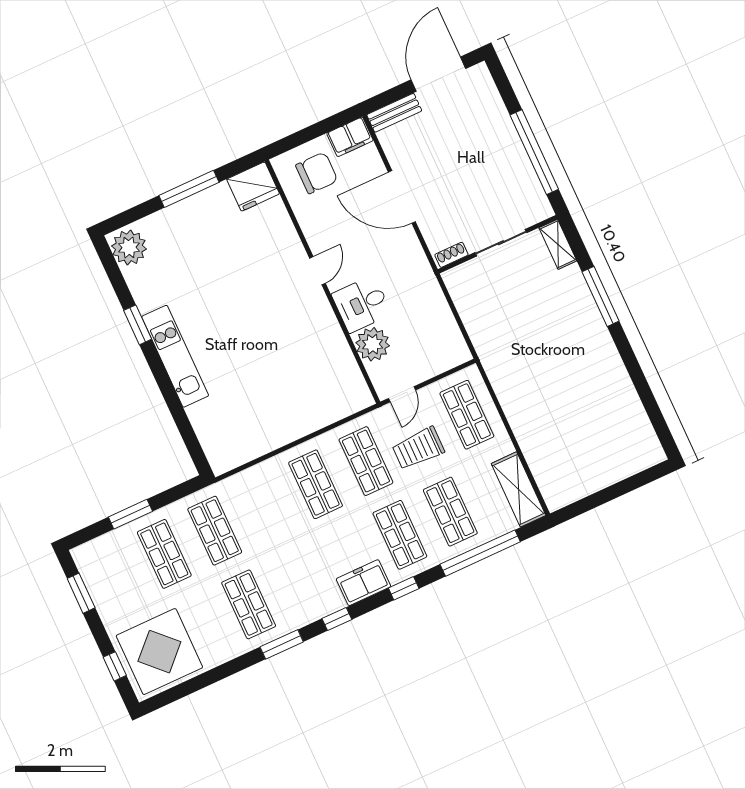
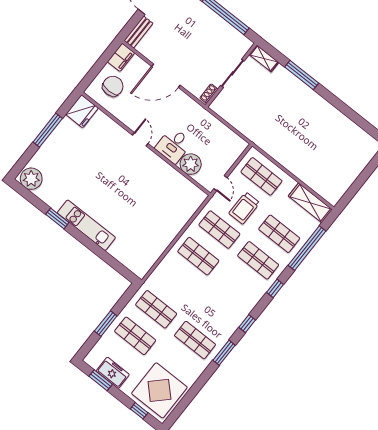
freezer: (364, 583) -> (113, 373), moved, turned 90

